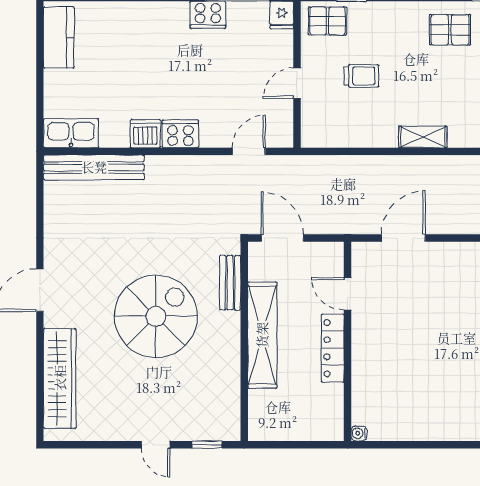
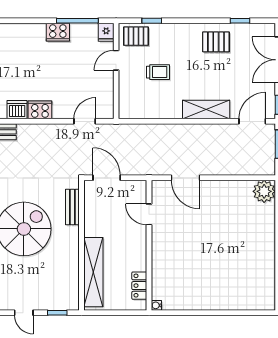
door: (297, 83) -> (116, 60), moved
shelving: (423, 137) -> (206, 110), width x1.50, depth x1.33
door: (403, 238) -> (186, 178), swing flipped
shelving: (262, 335) -> (93, 272), moved
locker: (333, 348) -> (139, 286), moved, width x0.66

